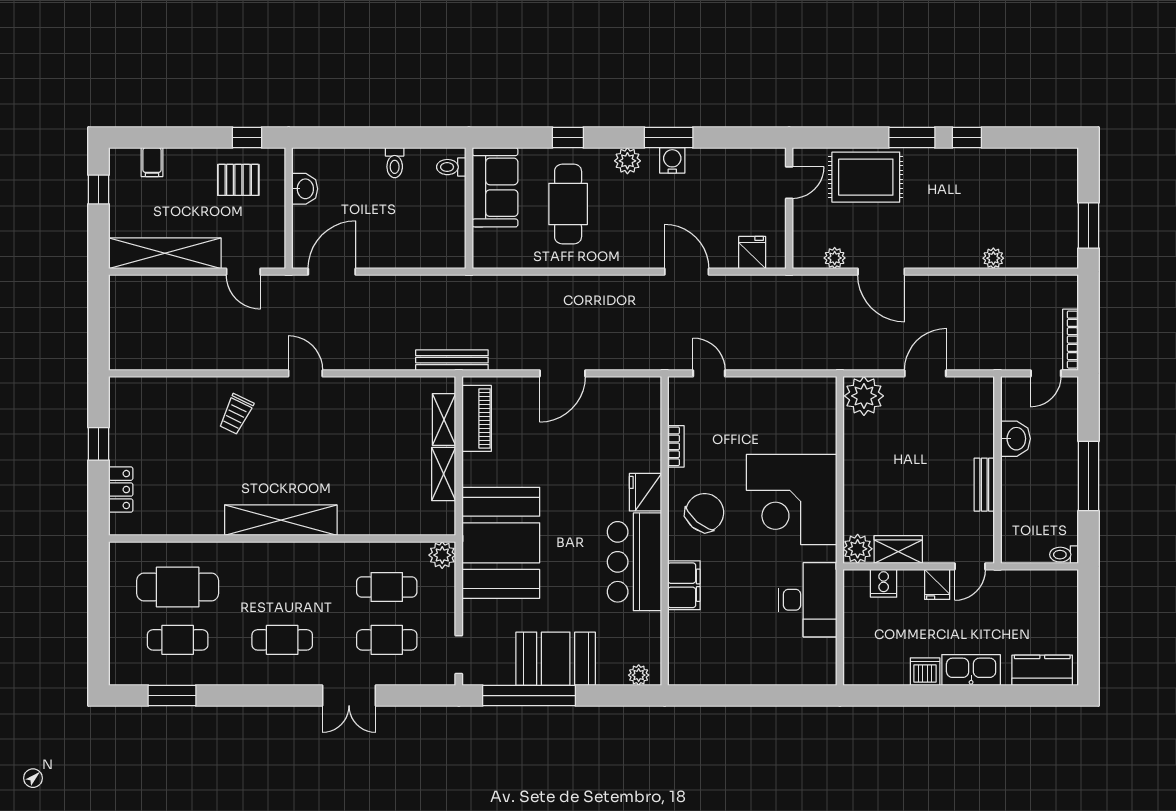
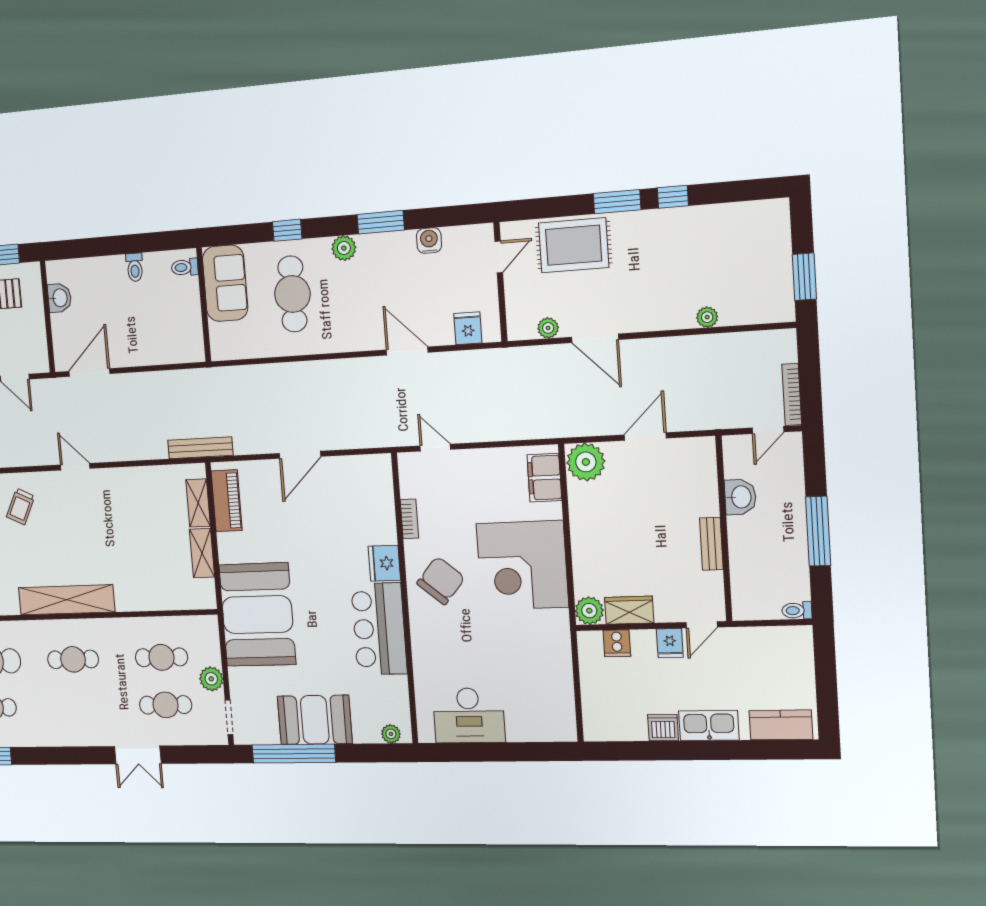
water cooler: (672, 160) -> (429, 241), moved
plant: (442, 555) -> (211, 679), moved
filing cabinet: (684, 585) -> (544, 478), moved, turned 180
desk: (808, 600) -> (469, 715), moved, turned 90
cafe table: (282, 640) -> (73, 659), moved

